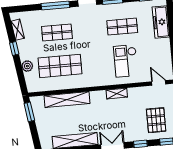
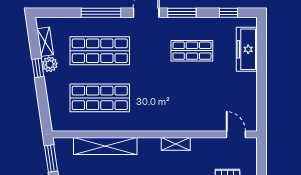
shop shelf: (57, 32) -> (100, 51), width x1.43, depth x1.36
checkout: (126, 61) -> (192, 99), removed
plant: (27, 66) -> (50, 64), moved

